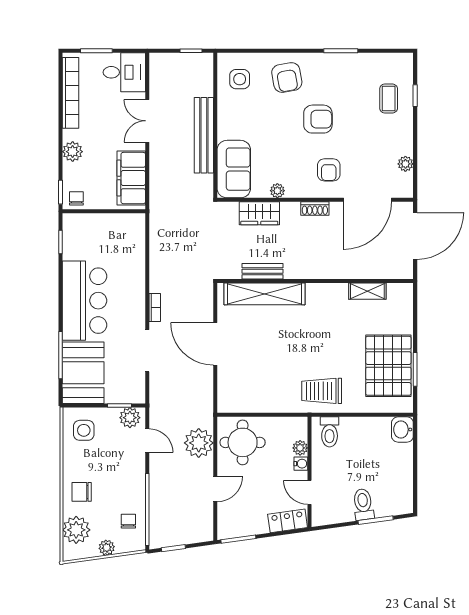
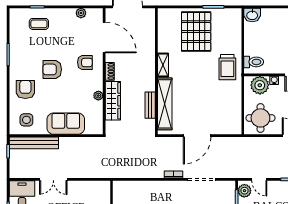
armchair: (287, 77) -> (25, 89), turned -80
armchair: (318, 119) -> (52, 69), turned -90
bench: (204, 135) -> (34, 143), moved
sofa: (234, 169) -> (66, 124), moved
filing cabinet: (131, 178) -> (90, 190), removed
wardrobe: (259, 213) -> (113, 101), width x1.50
shelving: (367, 291) -> (163, 65), moved
pallet: (388, 366) -> (196, 32), moved, turned 90
door: (147, 441) -> (259, 179), swing flipped
plant: (199, 443) -> (261, 146), removed
plant: (300, 448) -> (260, 85), width x1.88, depth x1.88

